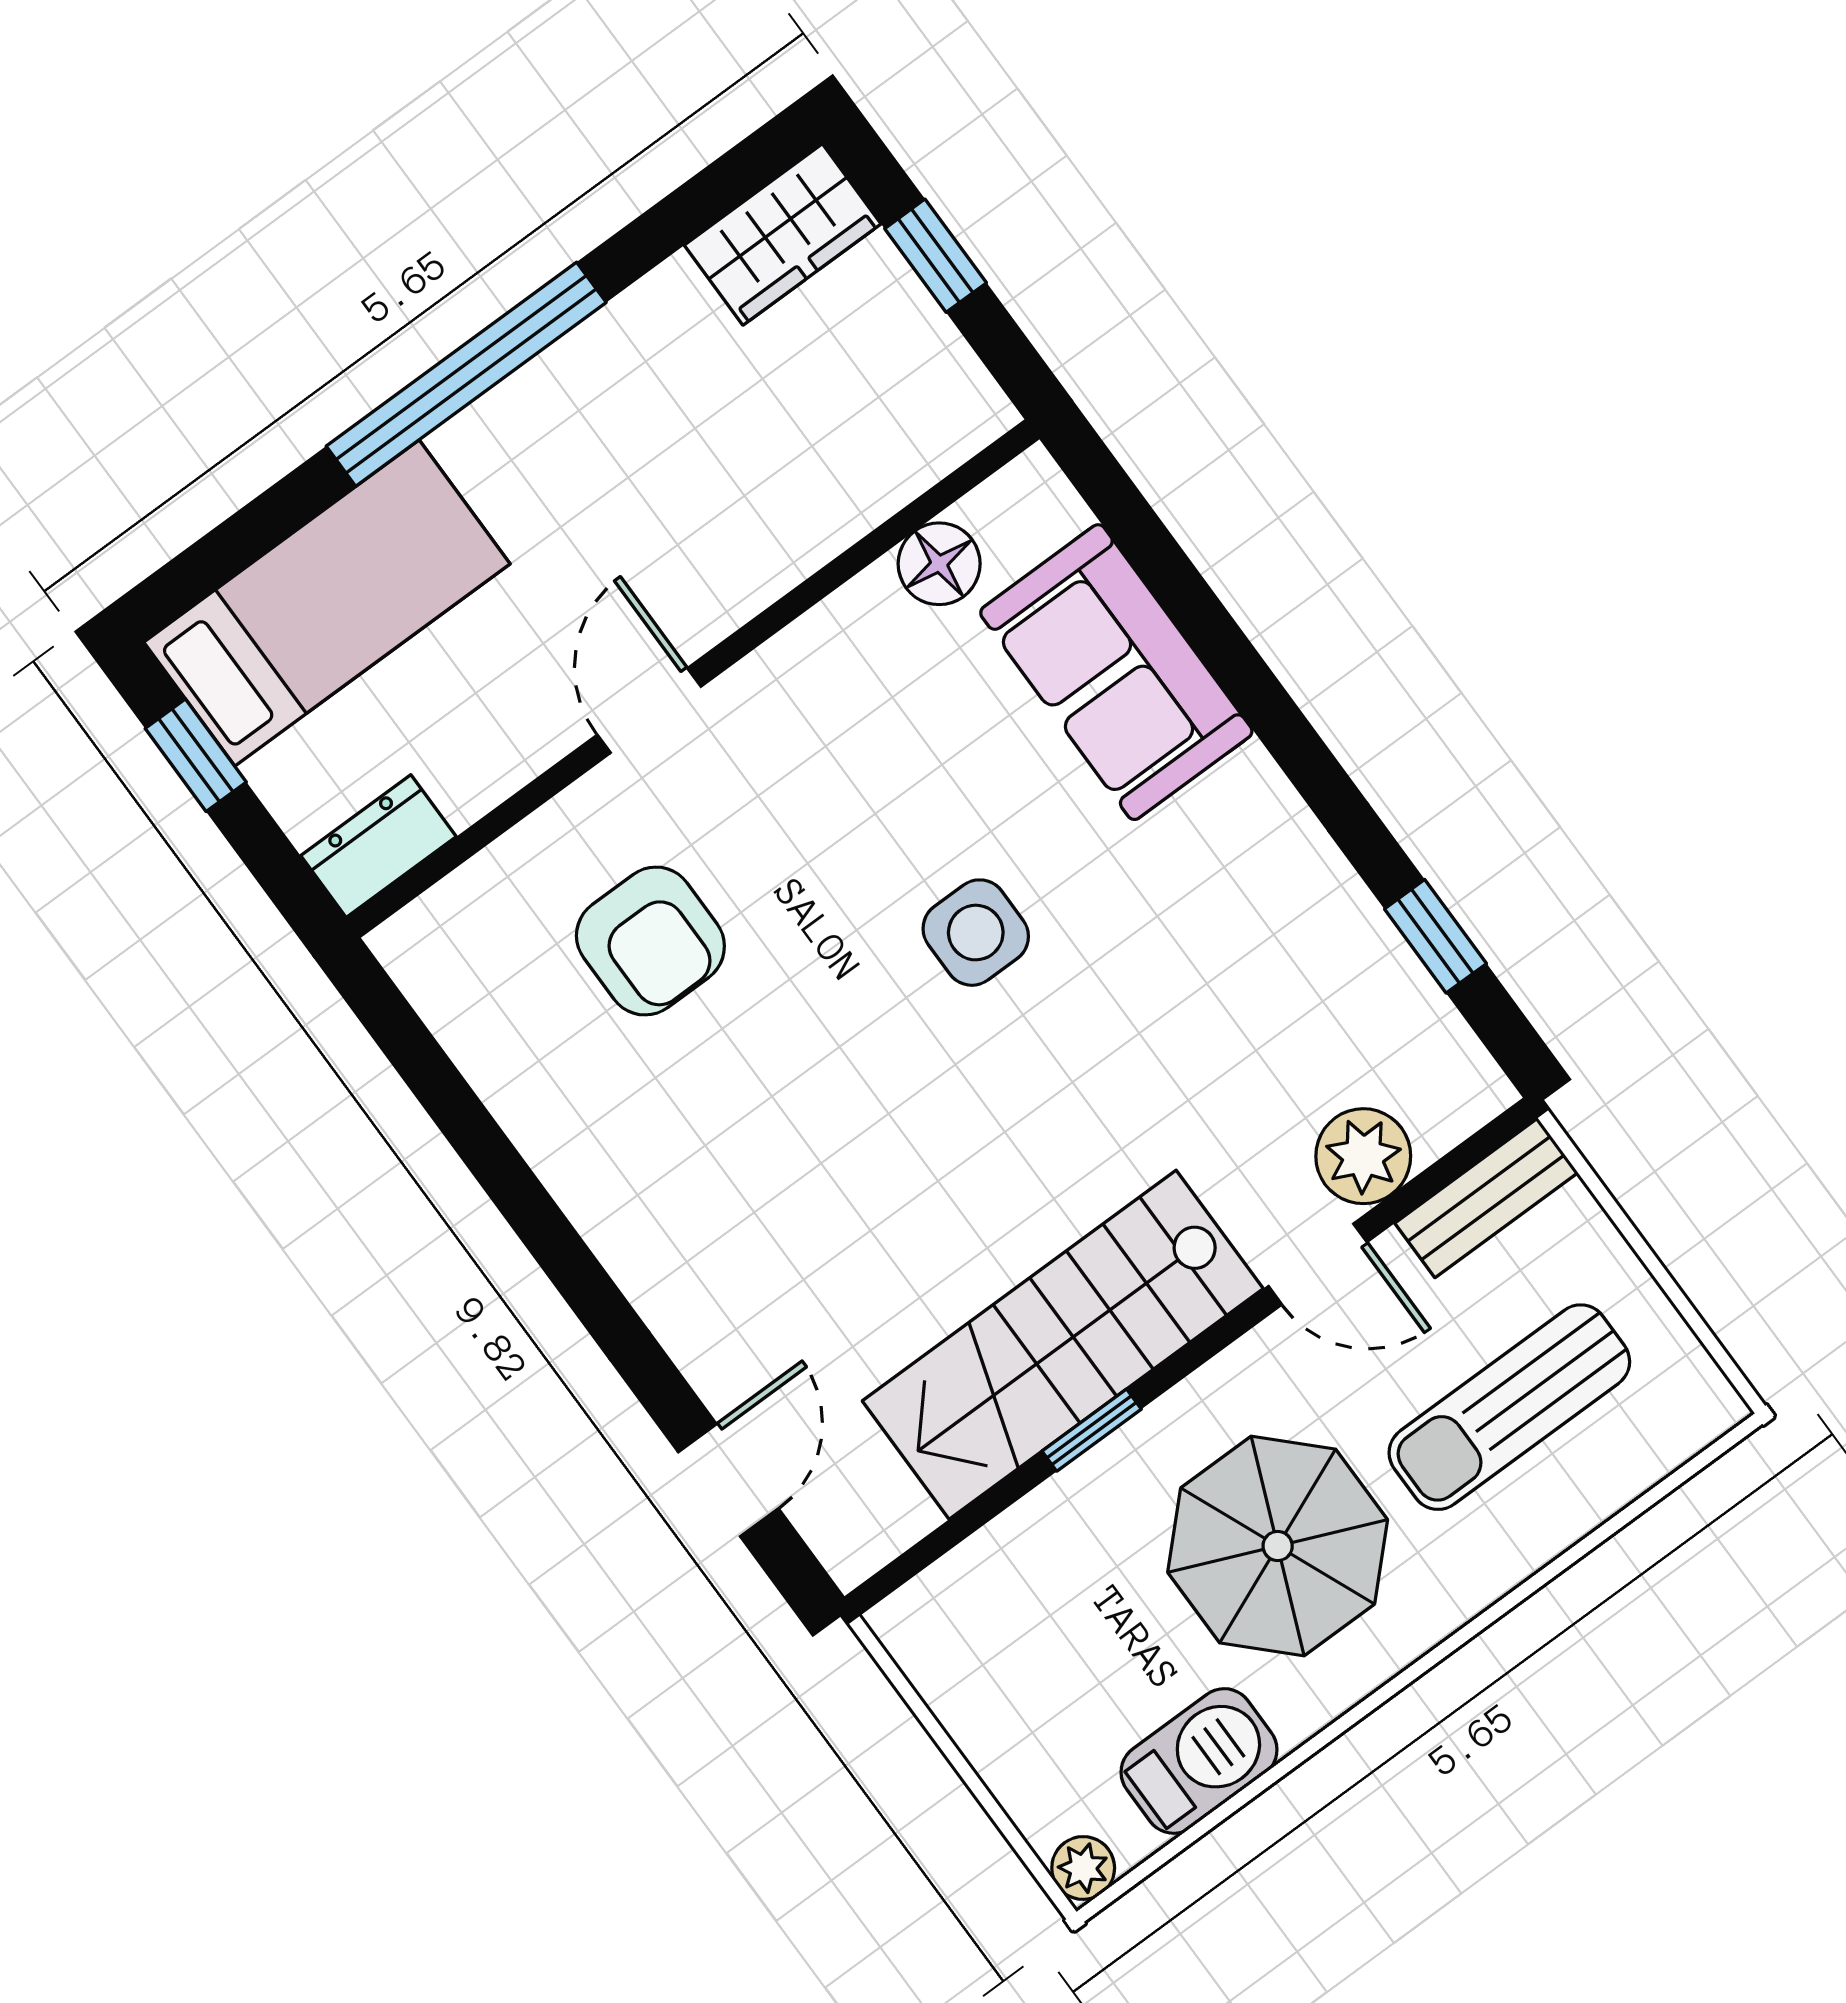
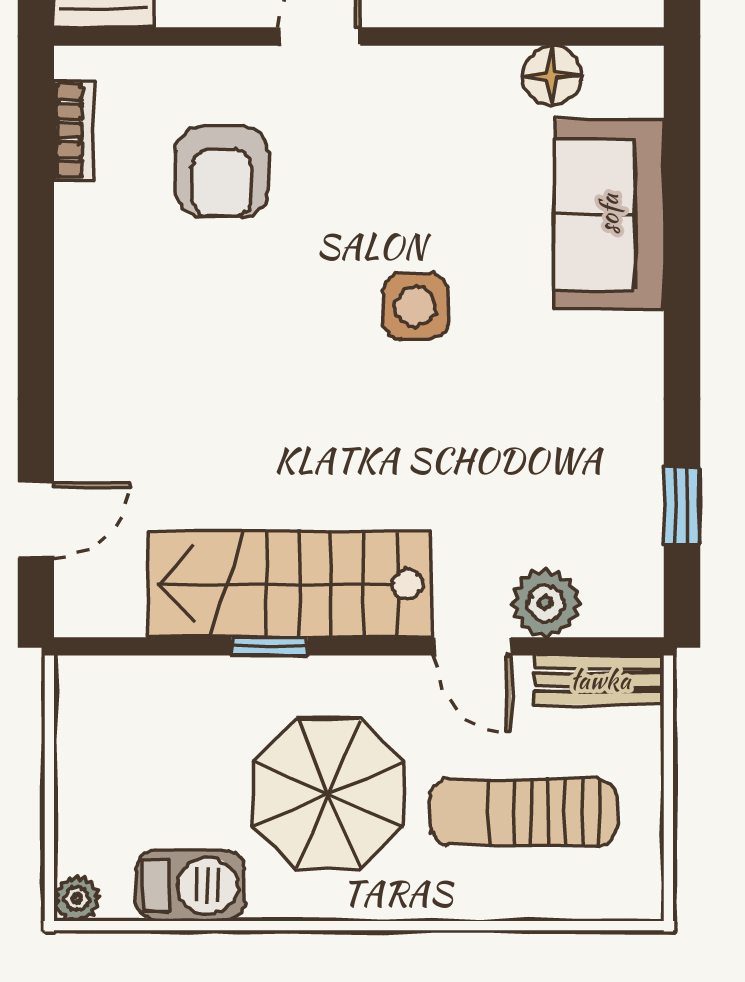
bookcase: (452, 1016) -> (74, 131), added

